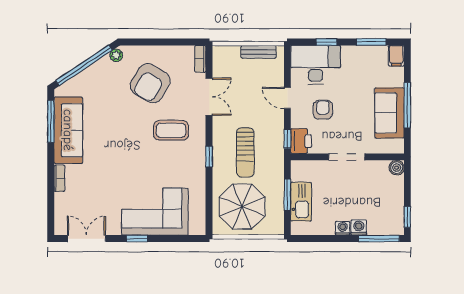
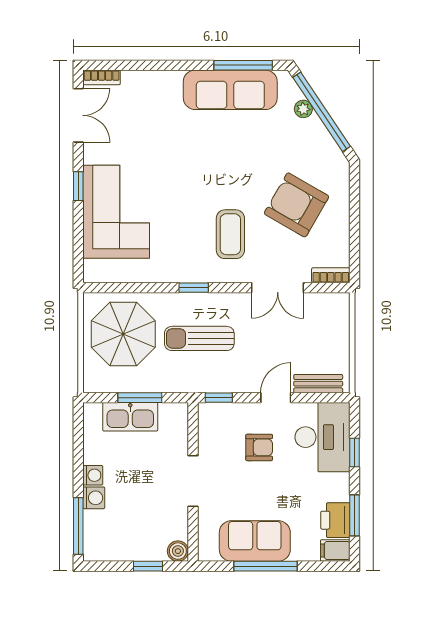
bench: (259, 52) -> (318, 384), moved, turned 90
plant: (116, 55) -> (303, 109), moved
printer: (301, 141) -> (335, 520), moved, turned 90
bookcase: (59, 178) -> (102, 77), moved
window: (407, 217) -> (148, 566), moved

